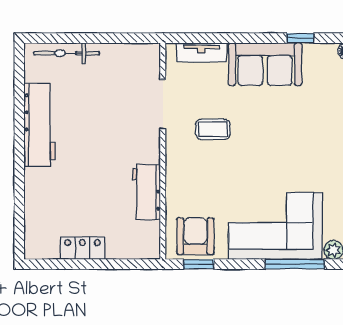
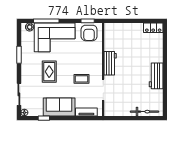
workbench: (40, 125) -> (156, 76), width x0.73
rug: (288, 146) -> (49, 72), added
workbench: (146, 192) -> (110, 63), moved
locker: (82, 248) -> (153, 28), moved

